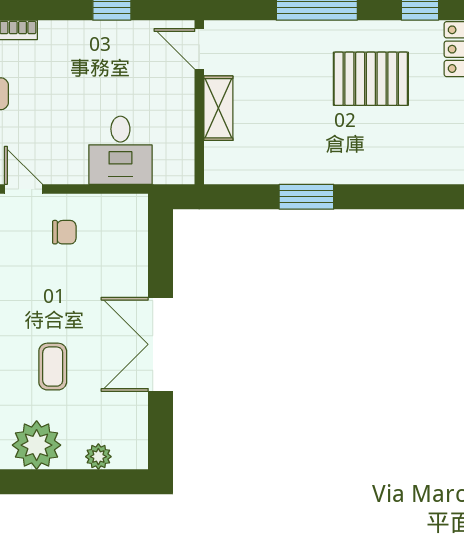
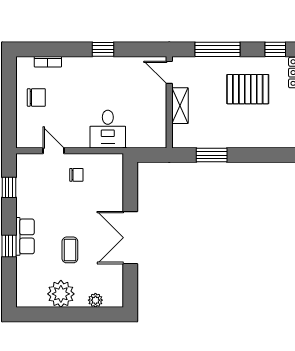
door: (199, 49) -> (169, 72), moved
wall: (199, 102) -> (169, 102), moved
shelving: (218, 108) -> (180, 106), moved

